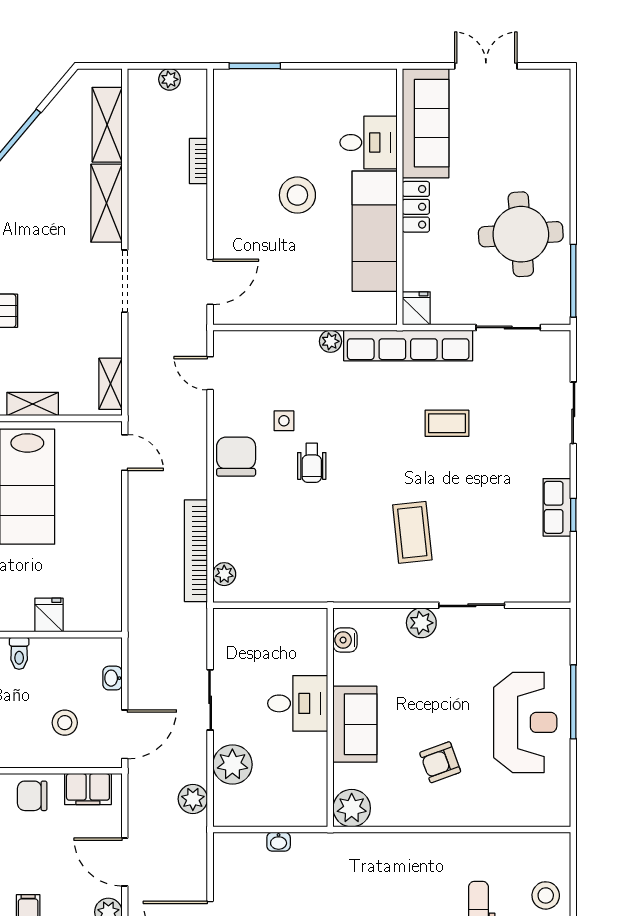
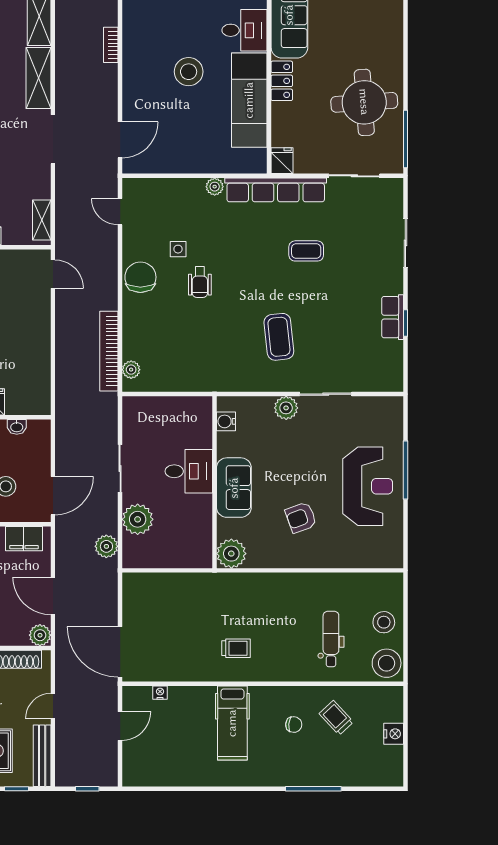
washbasin: (112, 678) -> (17, 427), moved, turned -90
washbasin: (279, 842) -> (174, 580), removed

